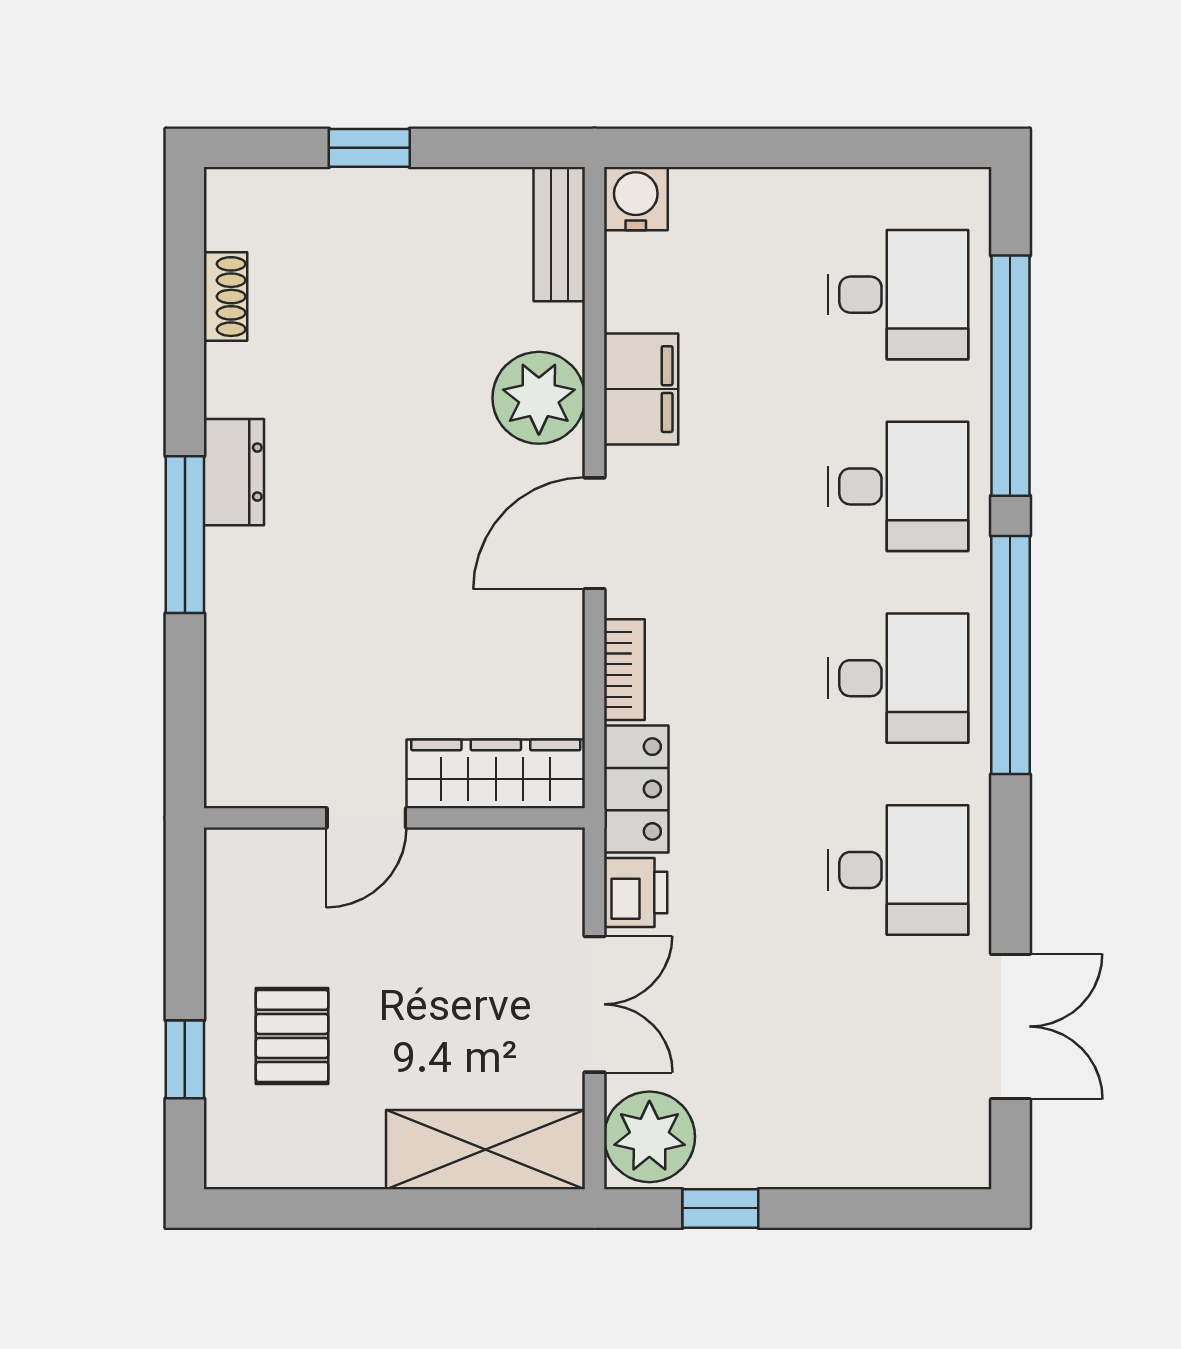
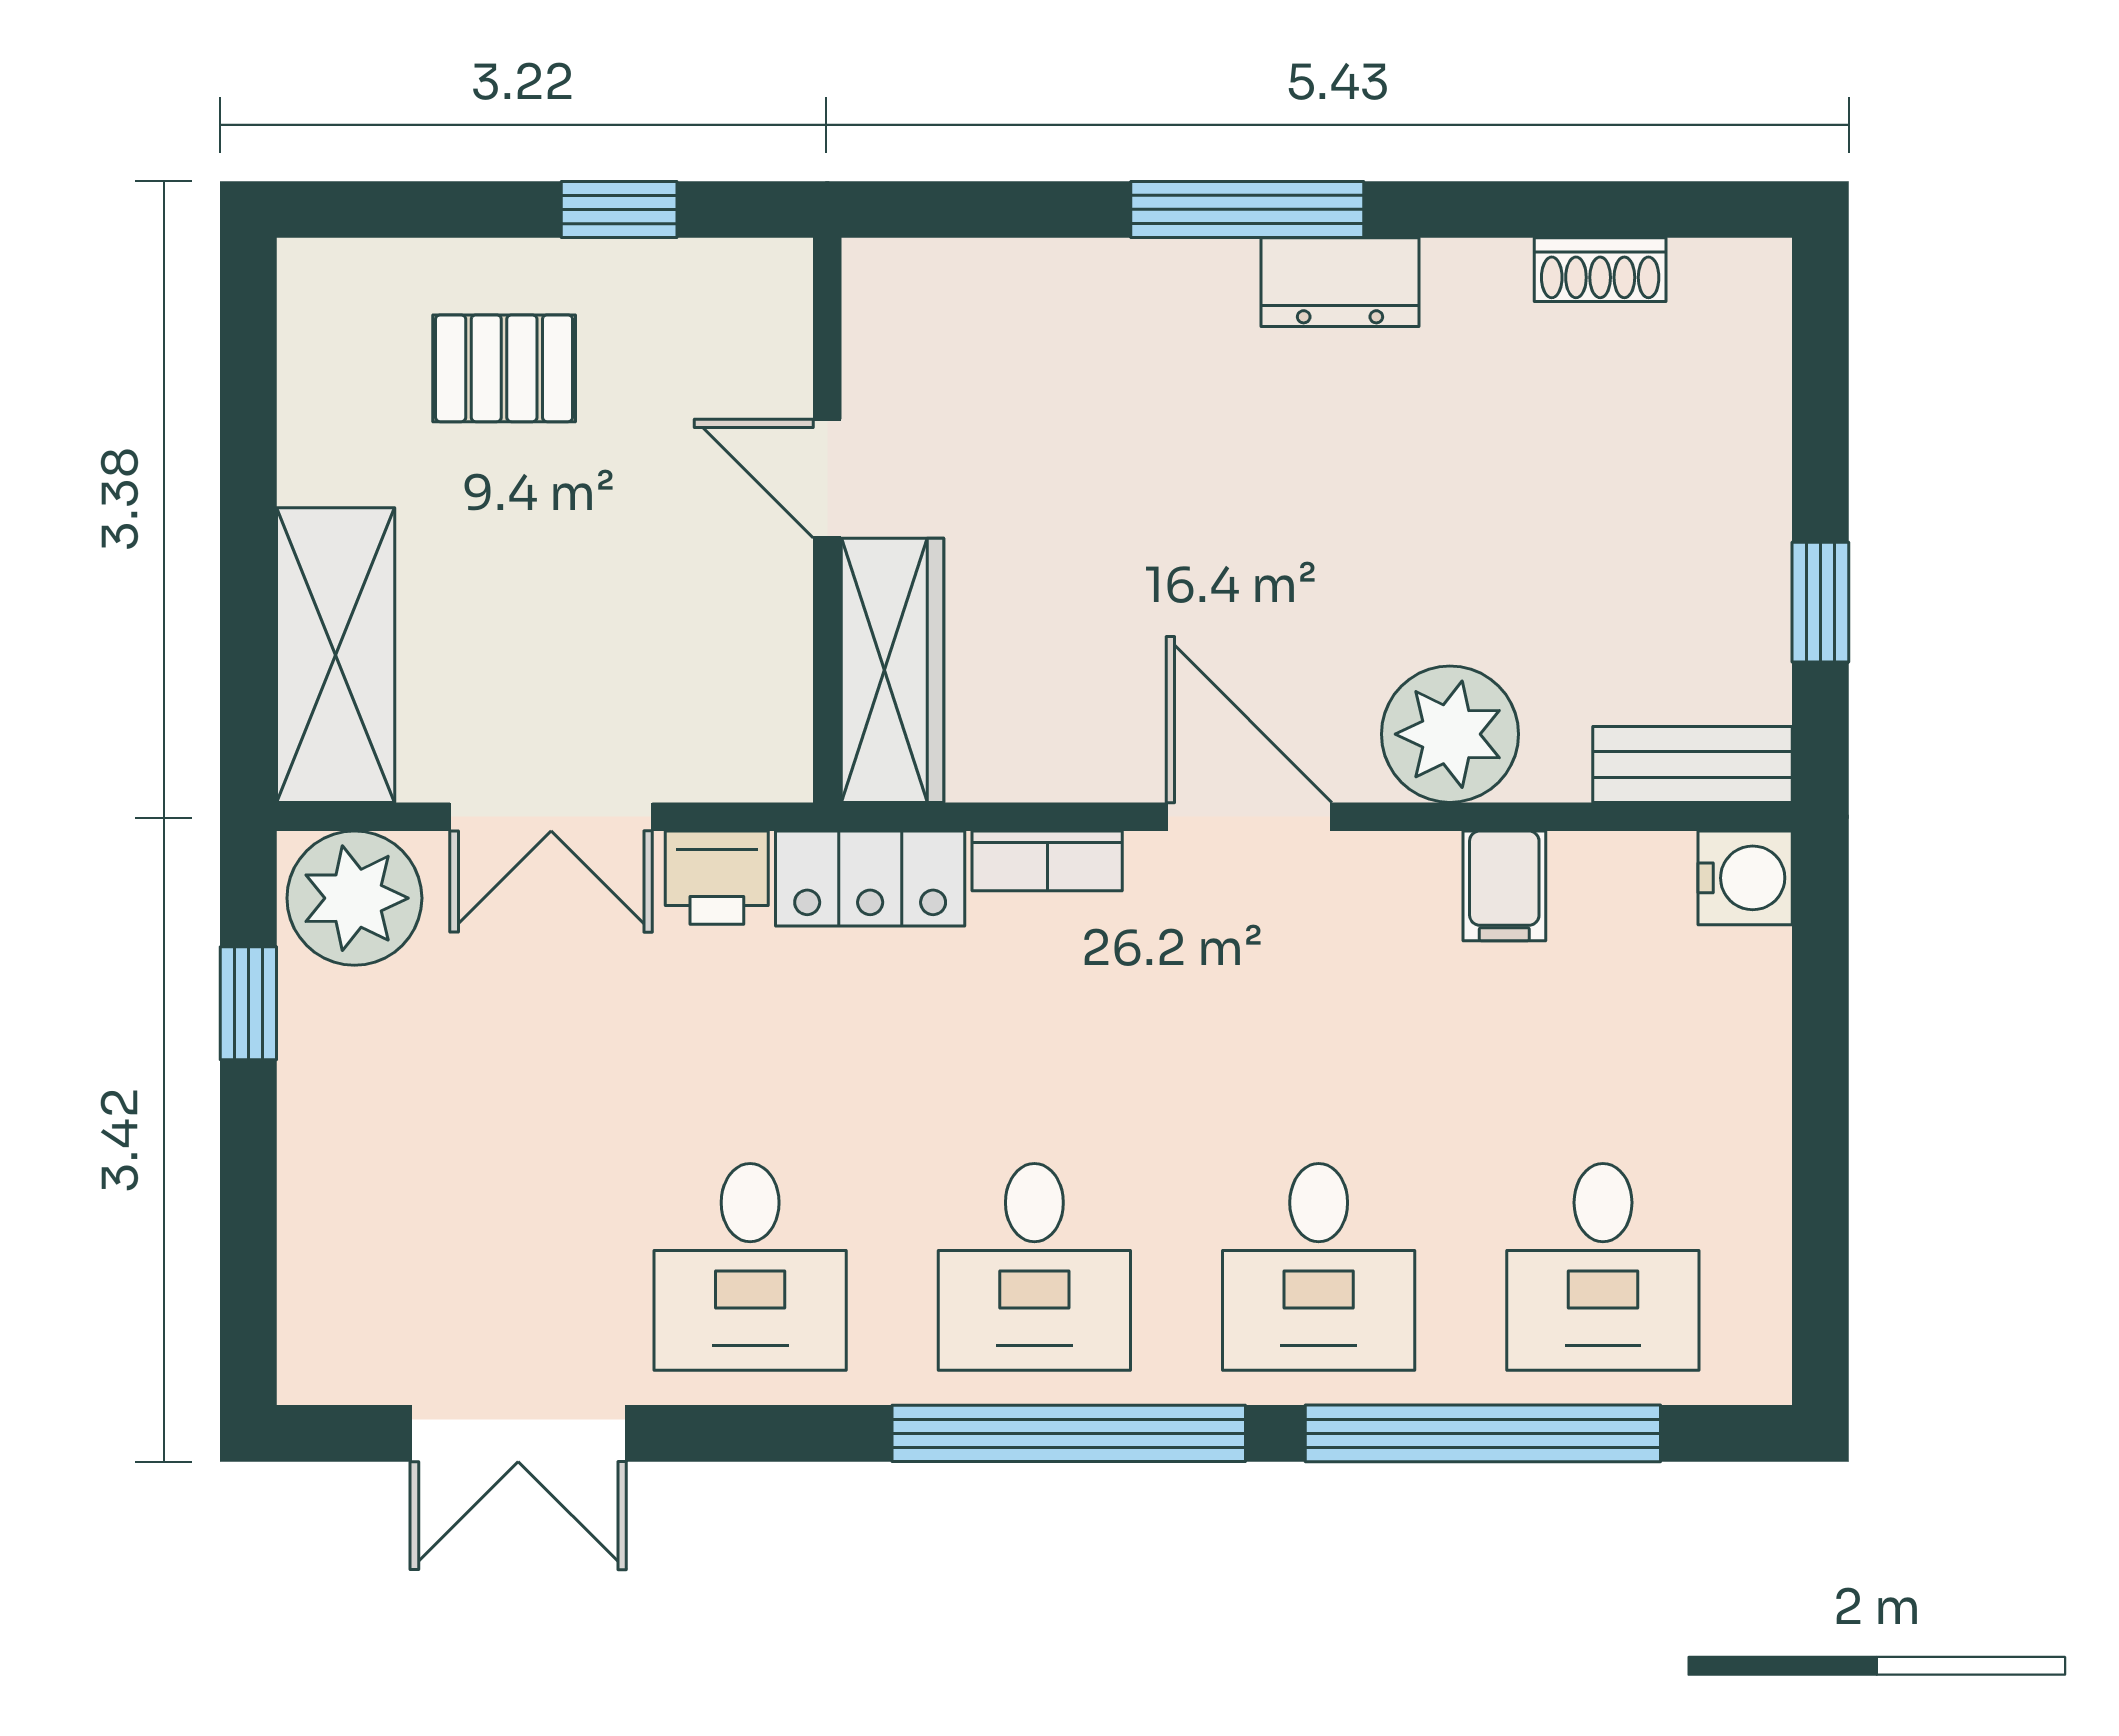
window: (369, 148) -> (1820, 602), moved
filing cabinet: (641, 389) -> (1504, 886), width x0.50
window: (185, 1059) -> (619, 209), moved

